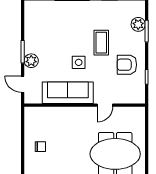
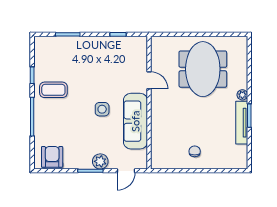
plant: (138, 24) -> (60, 44), removed
coffee table: (101, 43) -> (53, 90), moved
armchair: (127, 65) -> (52, 157), moved, turned 180

